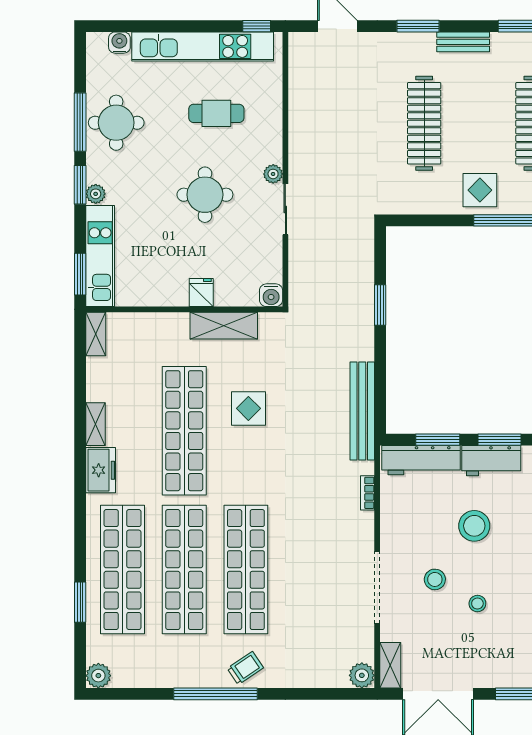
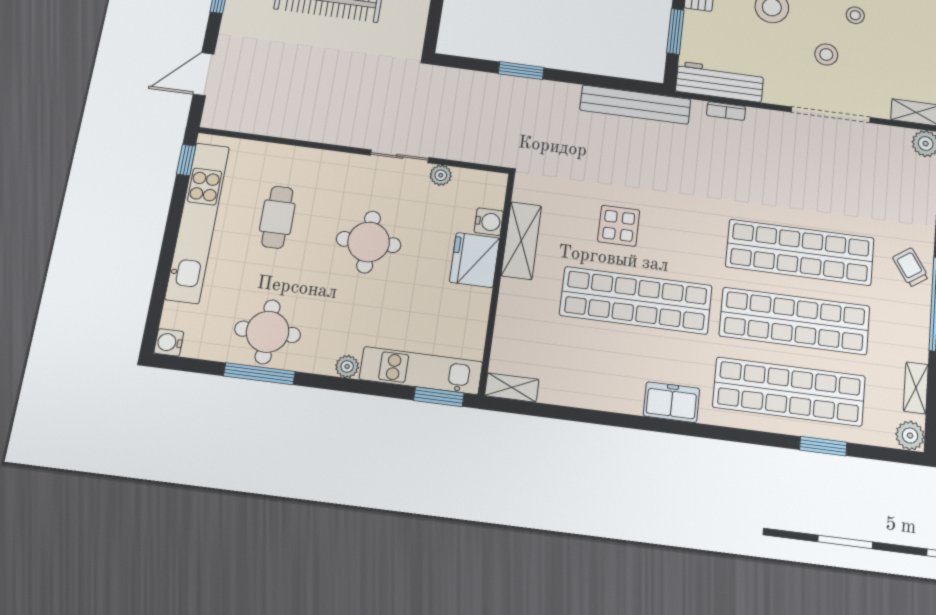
water cooler: (119, 43) -> (169, 342), moved
plant: (273, 174) -> (441, 175), moved
window: (80, 185) -> (333, 383), removed
fridge: (201, 292) -> (475, 260), width x1.88, depth x1.34
water cooler: (271, 295) -> (489, 222), moved
shelving: (96, 424) -> (916, 388), moved, turned 90
workbench: (421, 460) -> (720, 82), moved, turned -90

